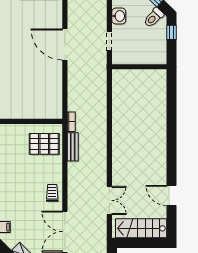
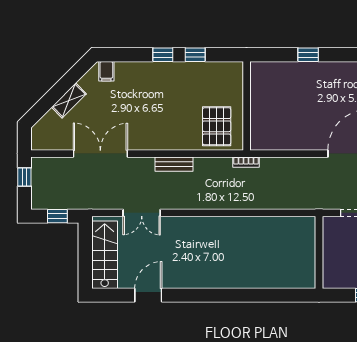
bench: (73, 147) -> (174, 164), moved
trolley: (52, 193) -> (152, 137), removed

